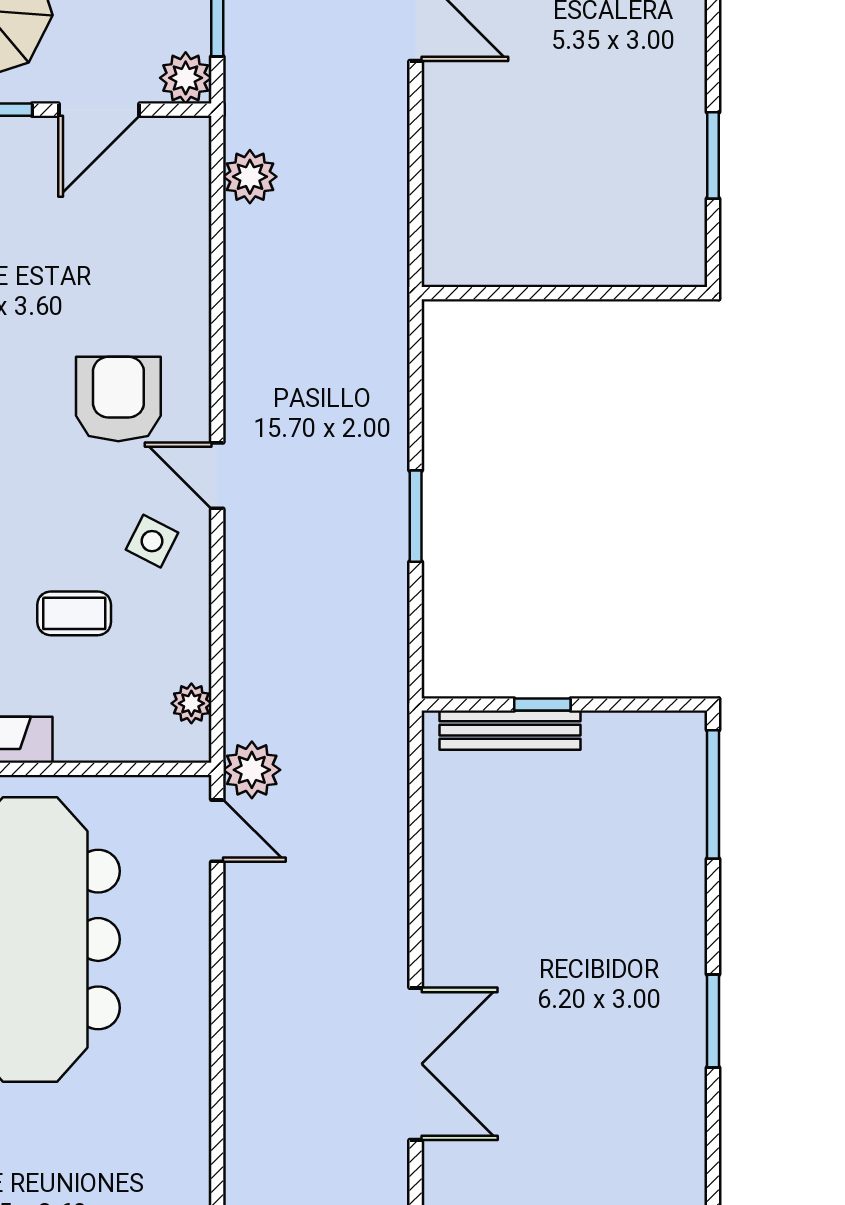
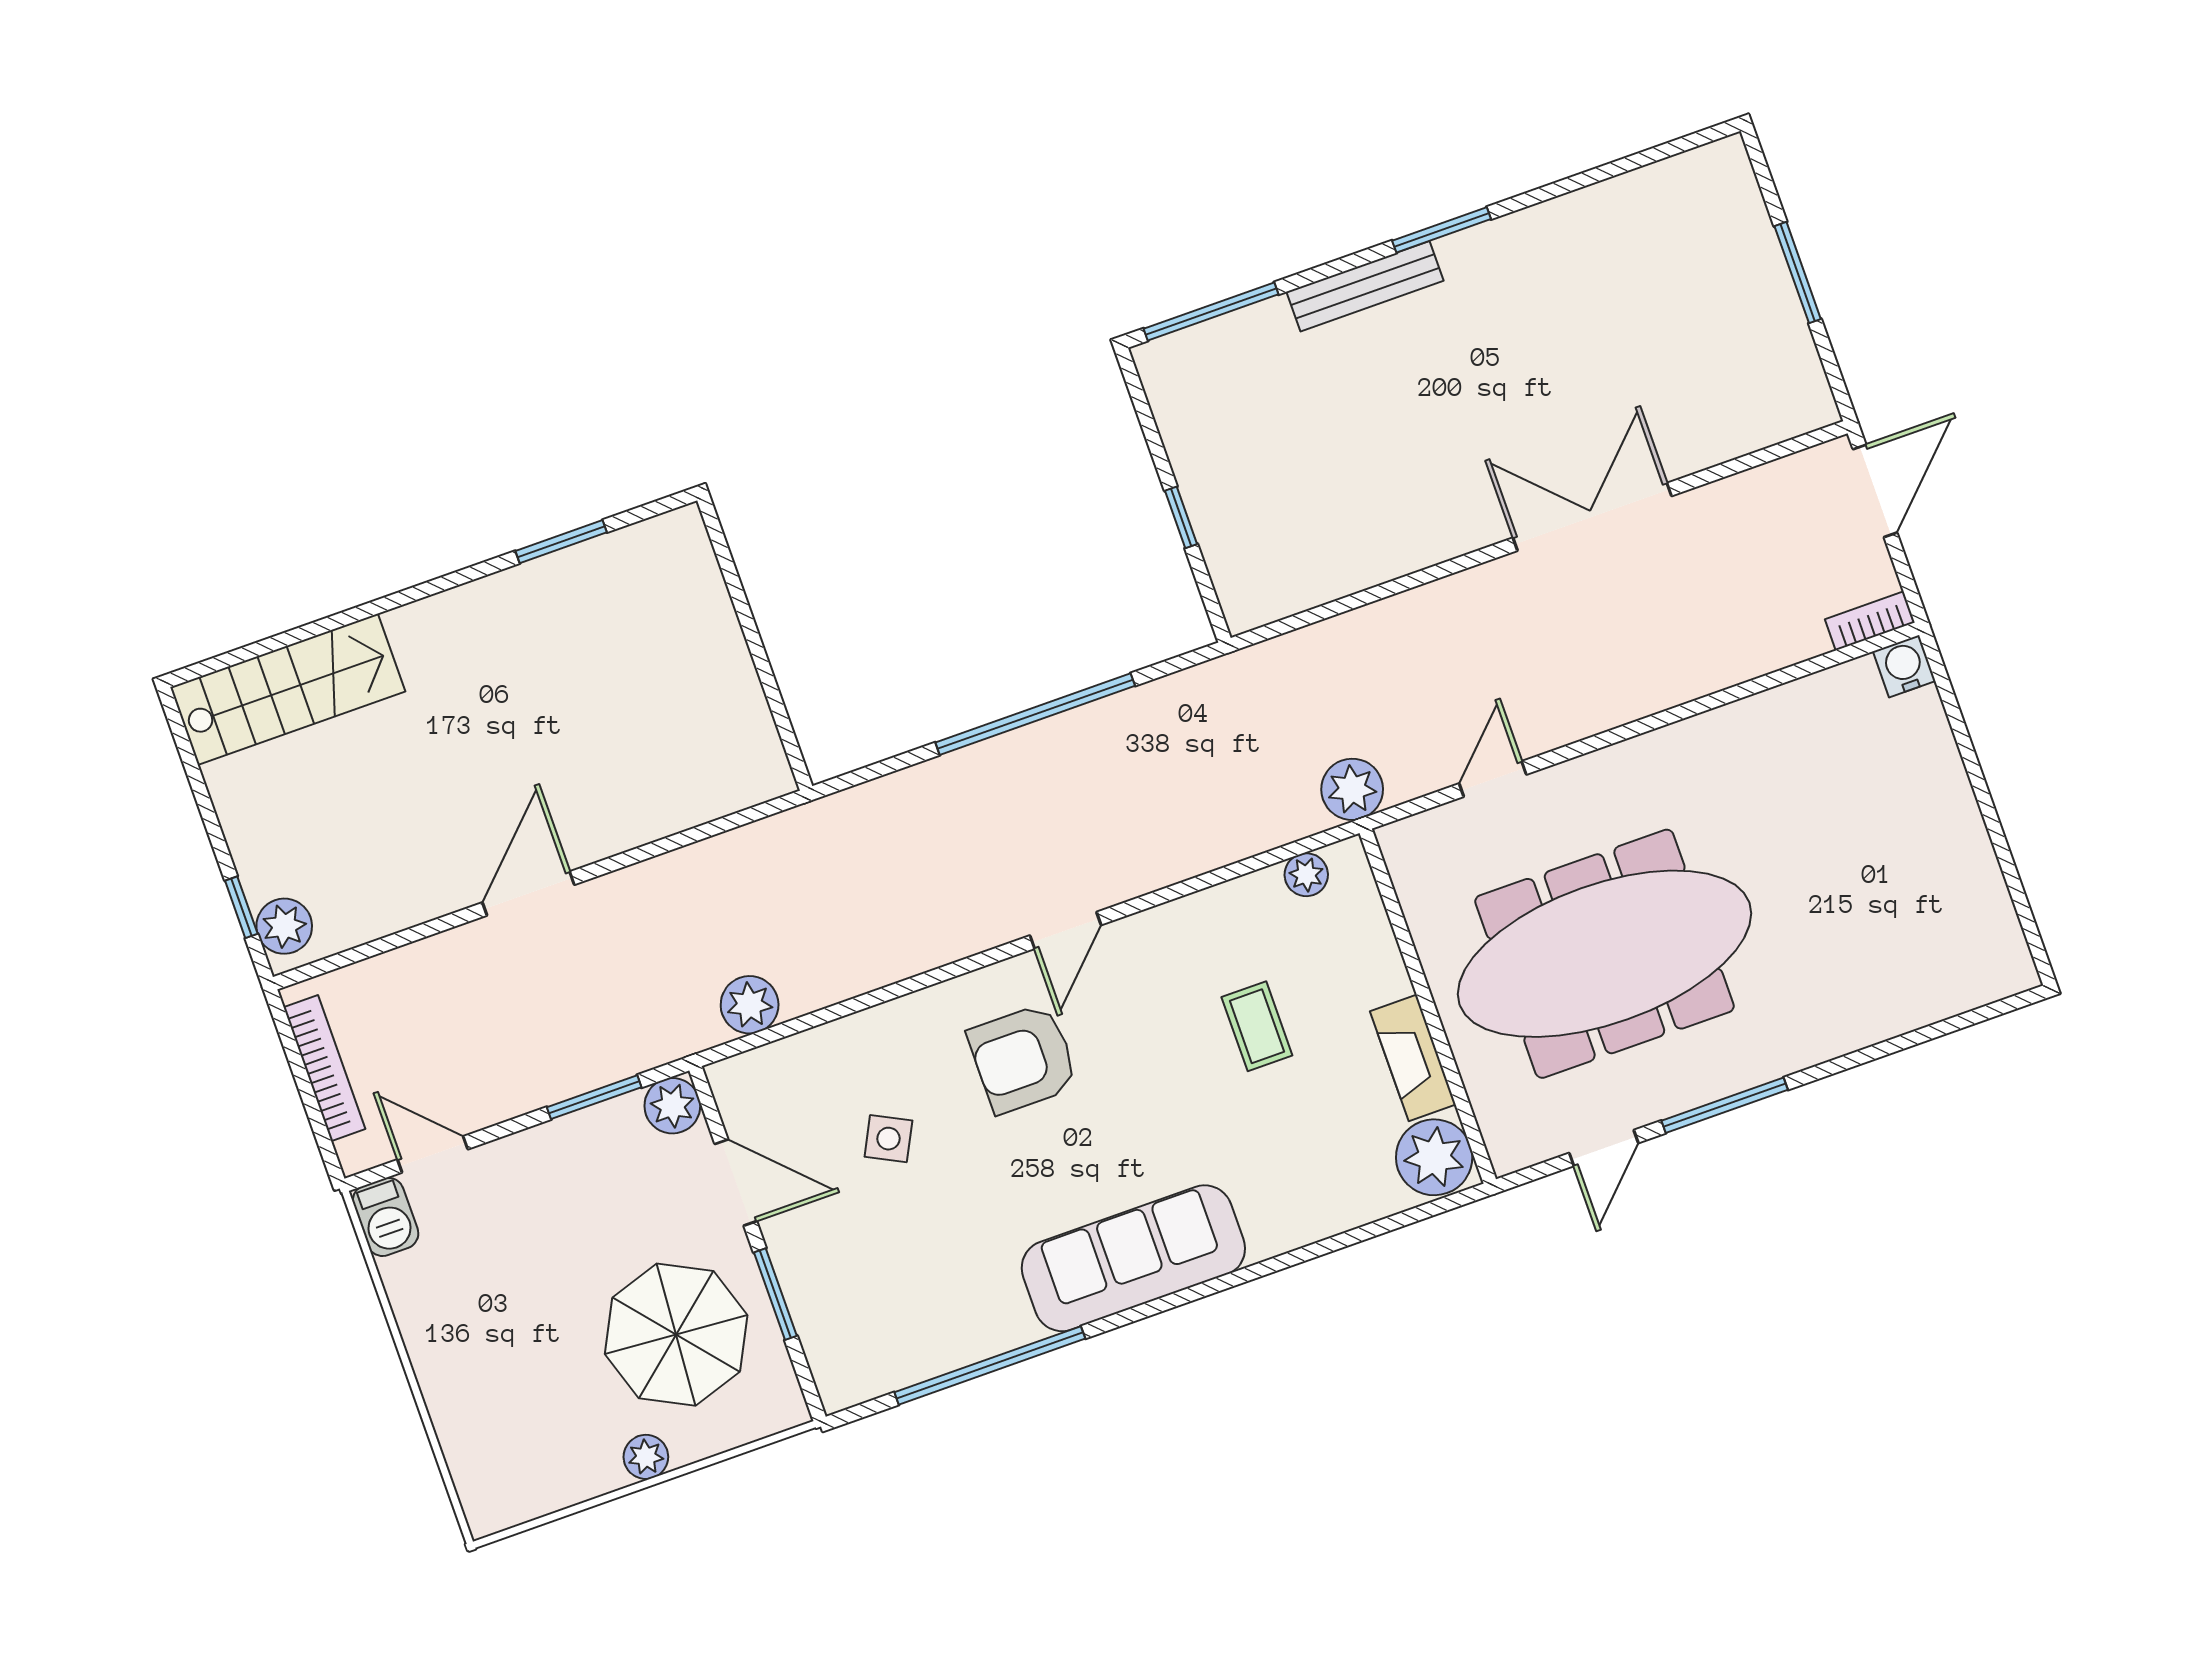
window: (416, 516) -> (1035, 714), width x2.11
side table: (152, 541) -> (888, 1139), moved
bench: (510, 730) -> (1365, 286), moved, turned 90
door: (217, 831) -> (1493, 779), moved

